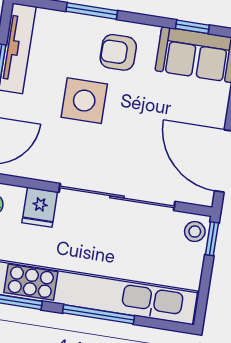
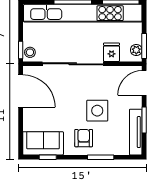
armchair: (118, 52) -> (84, 138), turned -90

